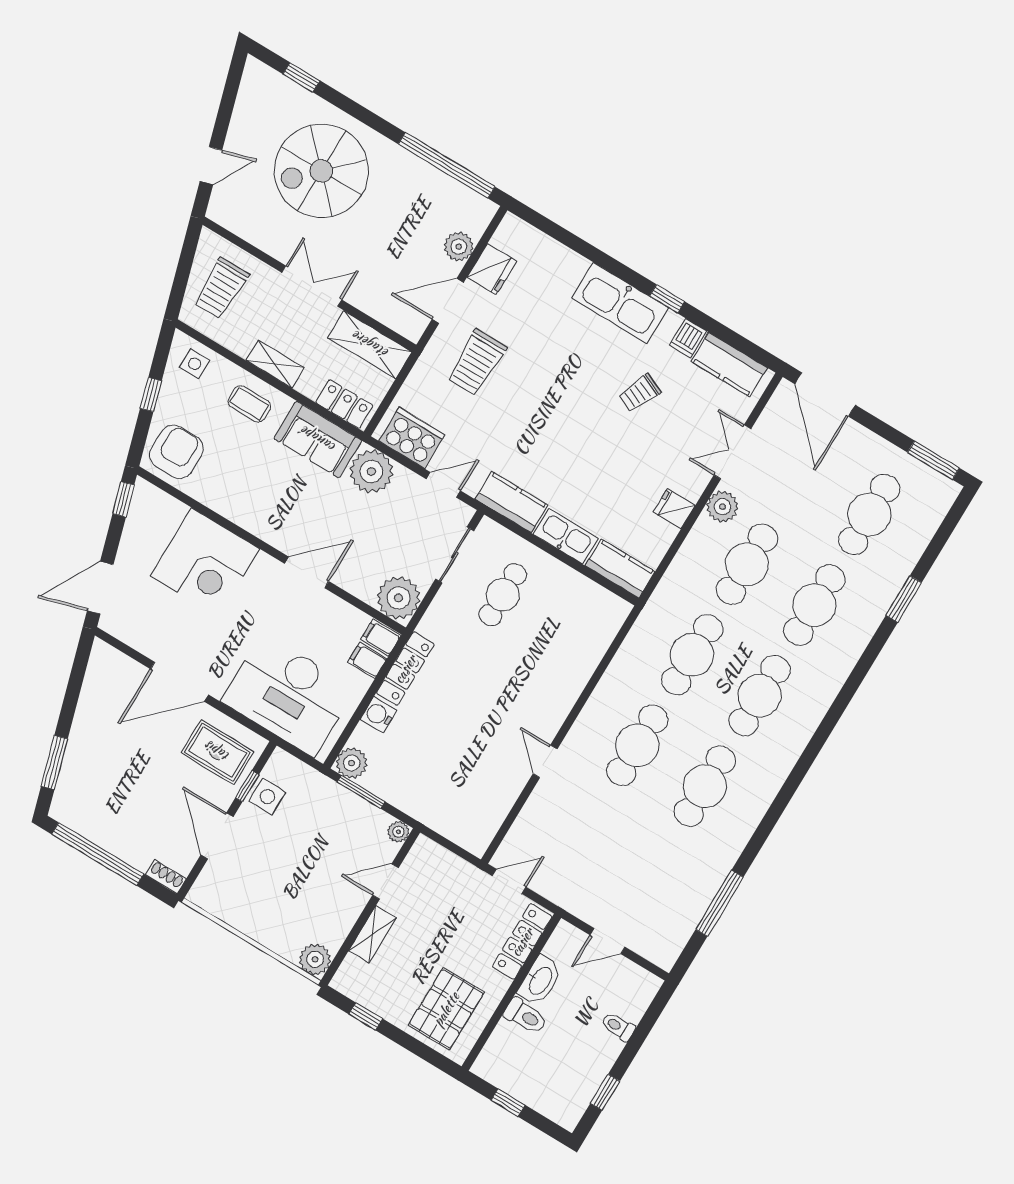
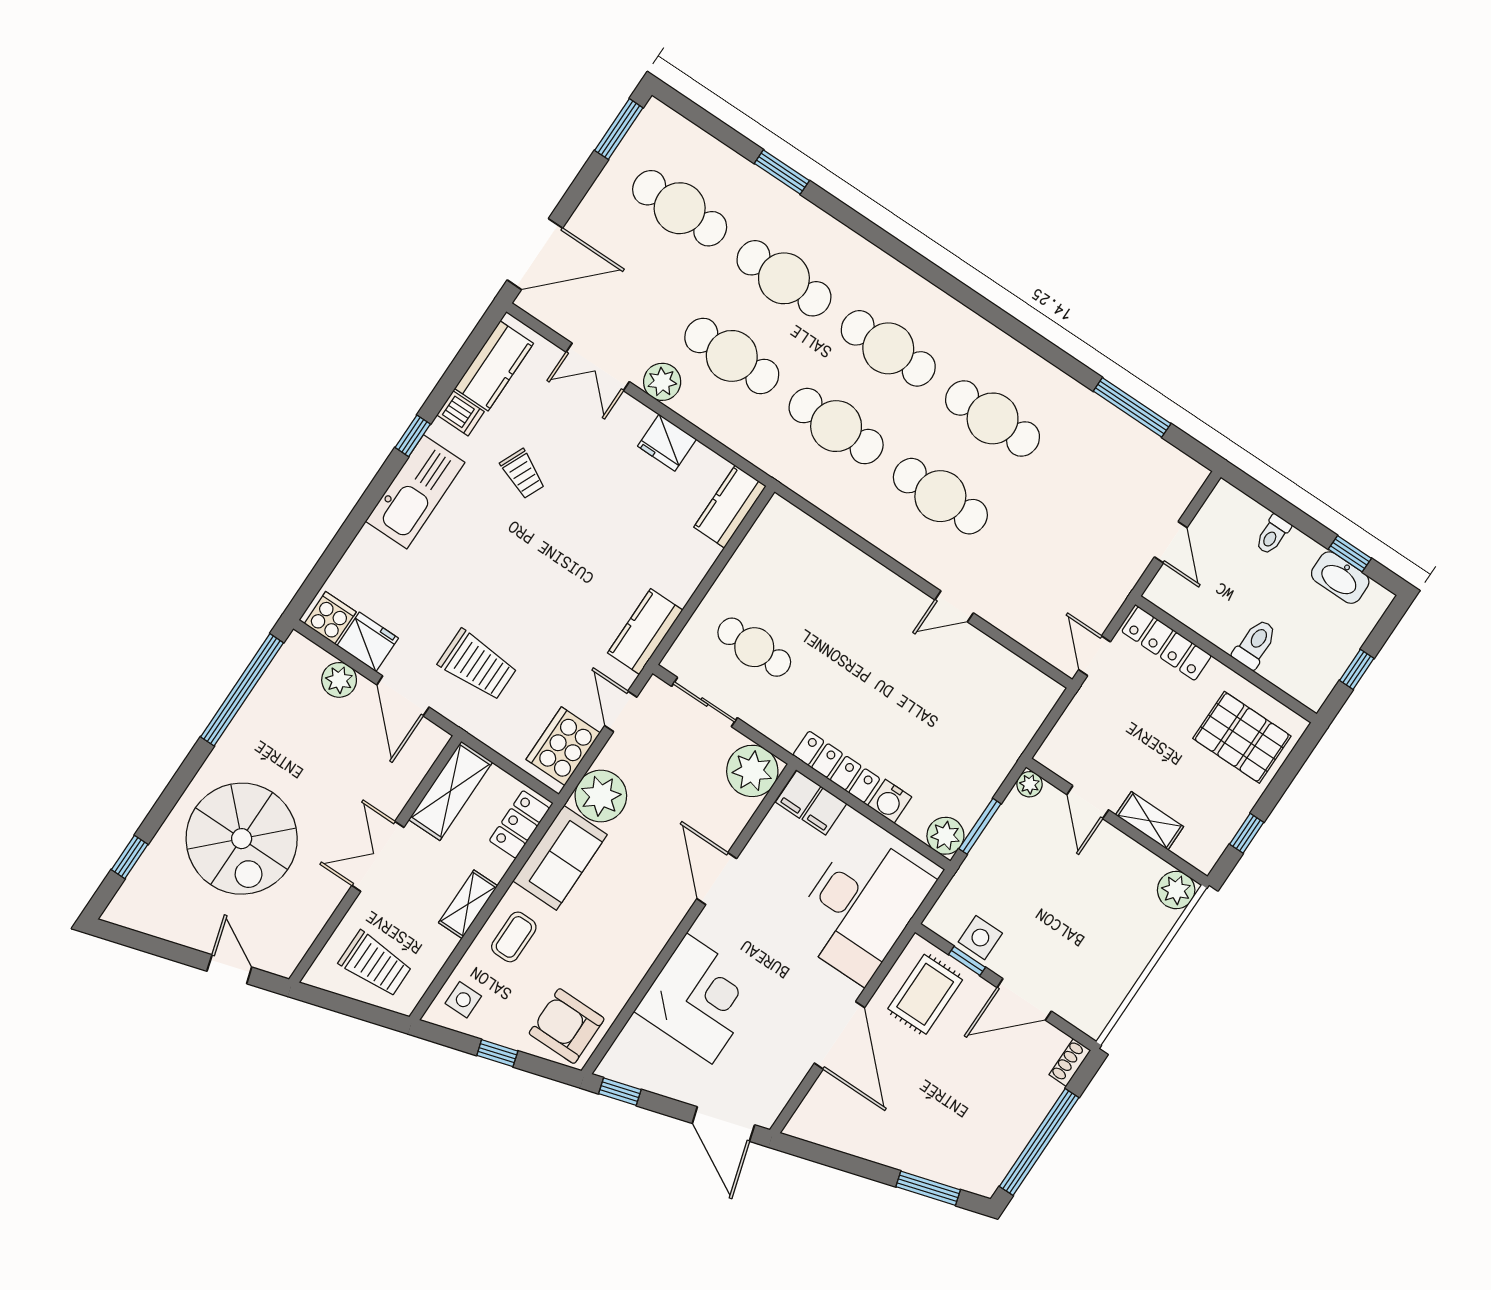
cooker: (511, 237) -> (330, 618), added
fridge: (674, 509) -> (667, 443), width x1.38
kitchen sink: (566, 536) -> (688, 569), removed
washbasin: (540, 981) -> (1340, 578), moved, turned 180

